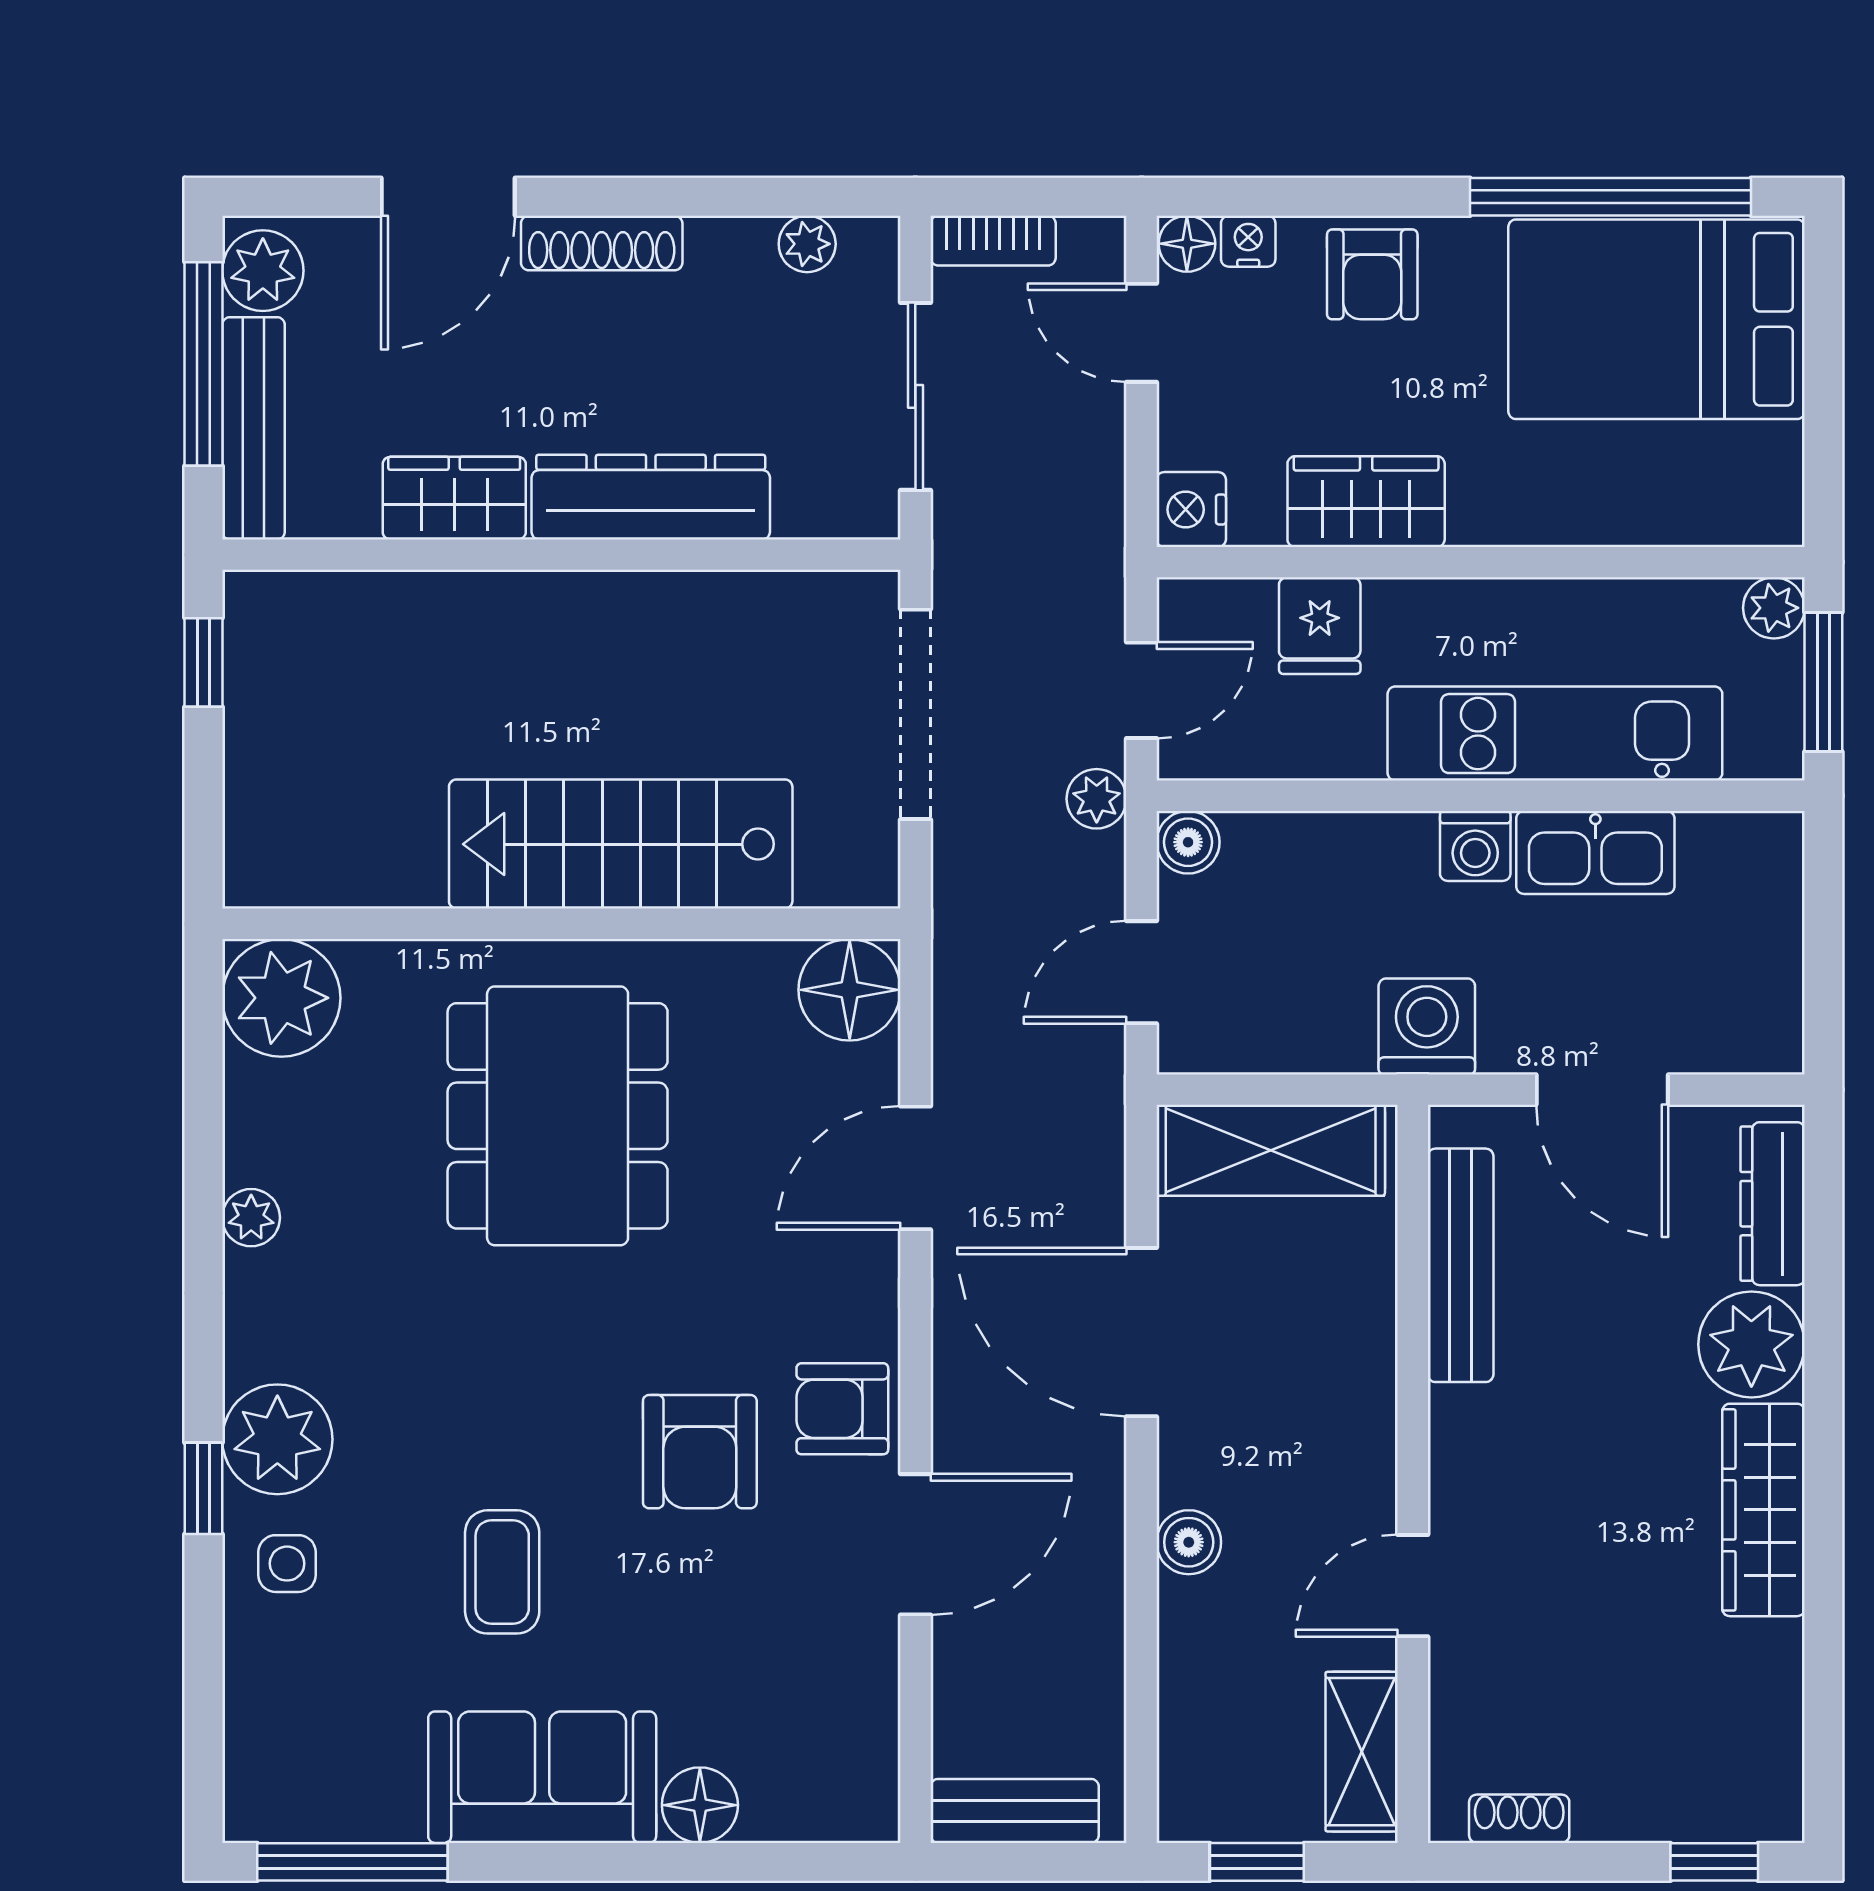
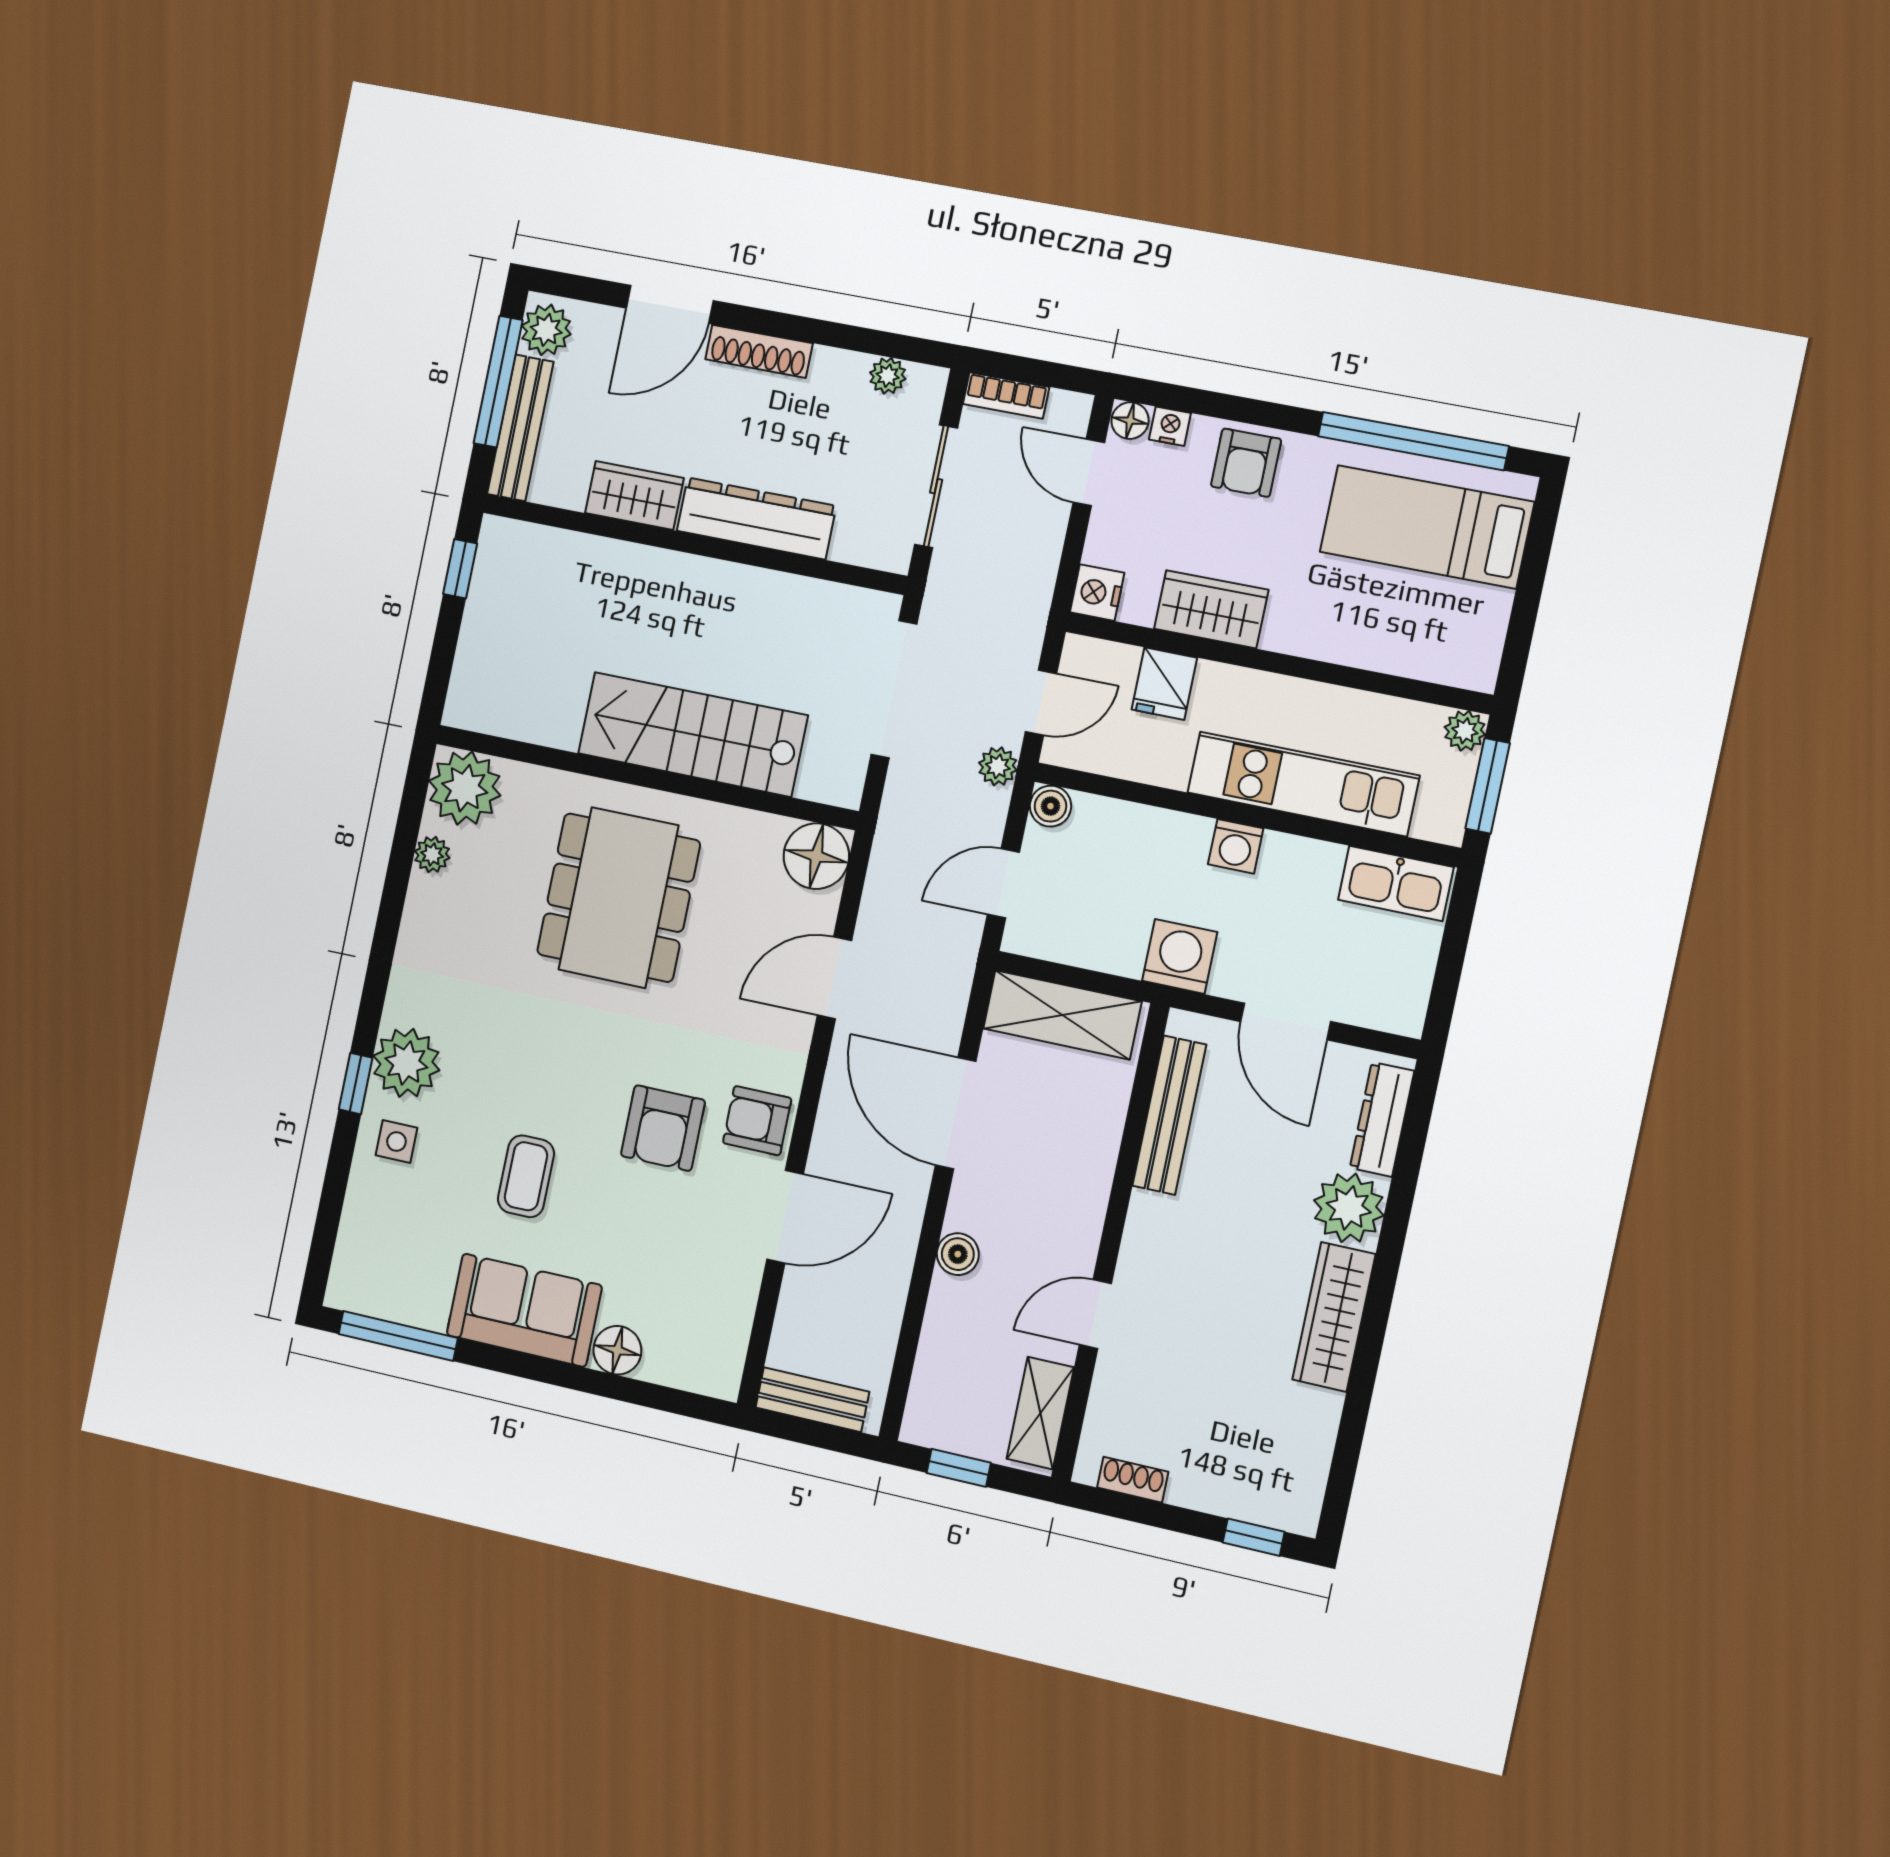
bed: (1656, 319) -> (1427, 527), width x0.67
kitchen sink: (1595, 852) -> (1396, 883), moved
plant: (251, 1218) -> (432, 855), moved

